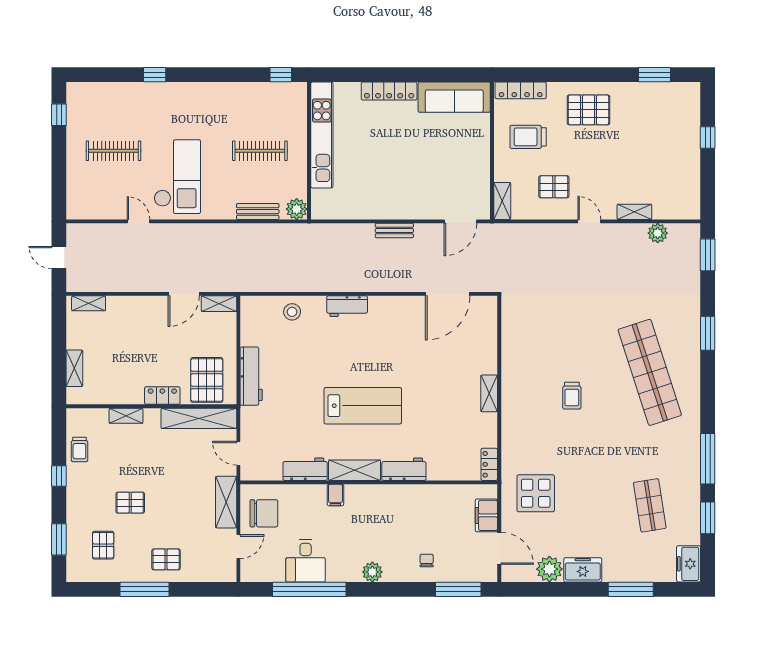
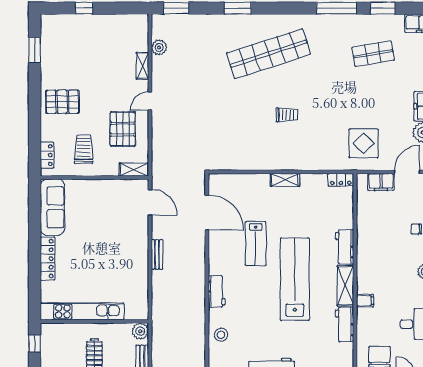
locker: (521, 90) -> (47, 155), width x0.66
pallet: (588, 110) -> (62, 102), turned 90
trolley: (528, 137) -> (84, 149), turned 180
pallet: (554, 187) -> (123, 129), width x1.50, depth x1.42
lab bench: (408, 356) -> (256, 244), added
lab bench: (363, 406) -> (295, 279), width x1.36

